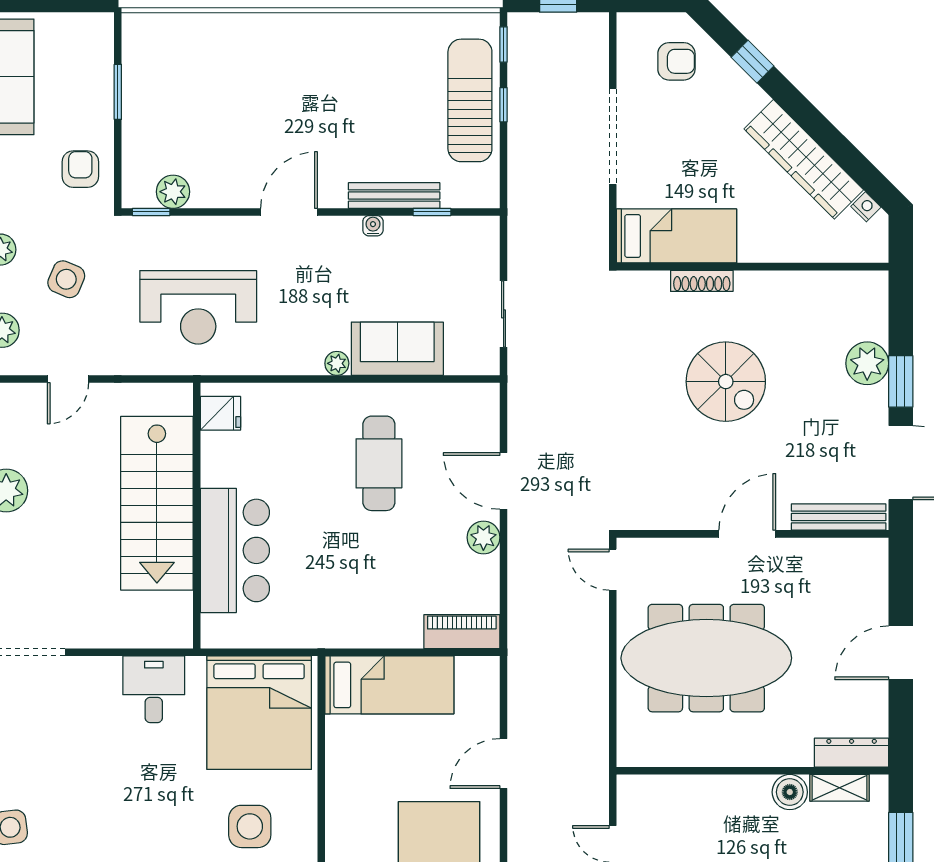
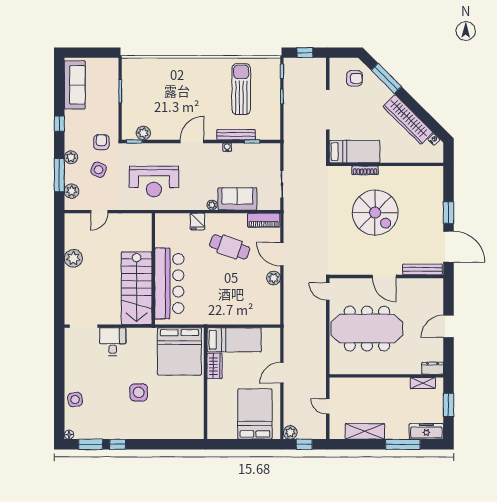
window: (753, 62) -> (386, 78), width x2.17
sun lounger: (470, 100) -> (241, 89), moved
armchair: (80, 169) -> (101, 142), moved
plant: (867, 363) -> (434, 205), removed
spiral stairs: (726, 382) -> (375, 213), width x1.37, depth x1.37
fridge: (220, 413) -> (197, 221), moved, turned 90
cafe table: (379, 463) -> (230, 247), turned -70
stairs: (157, 503) -> (137, 288), moved
door: (747, 534) -> (384, 276), swing flipped
bar counter: (235, 550) -> (169, 283), width x1.36
piano: (462, 632) -> (264, 220), moved, turned 180
desk: (154, 689) -> (113, 342), moved
wardrobe: (343, 747) -> (215, 366), added
dresser: (852, 753) -> (433, 368), width x0.70
boiler: (790, 792) -> (402, 385), removed
side table: (250, 826) -> (139, 392), moved

